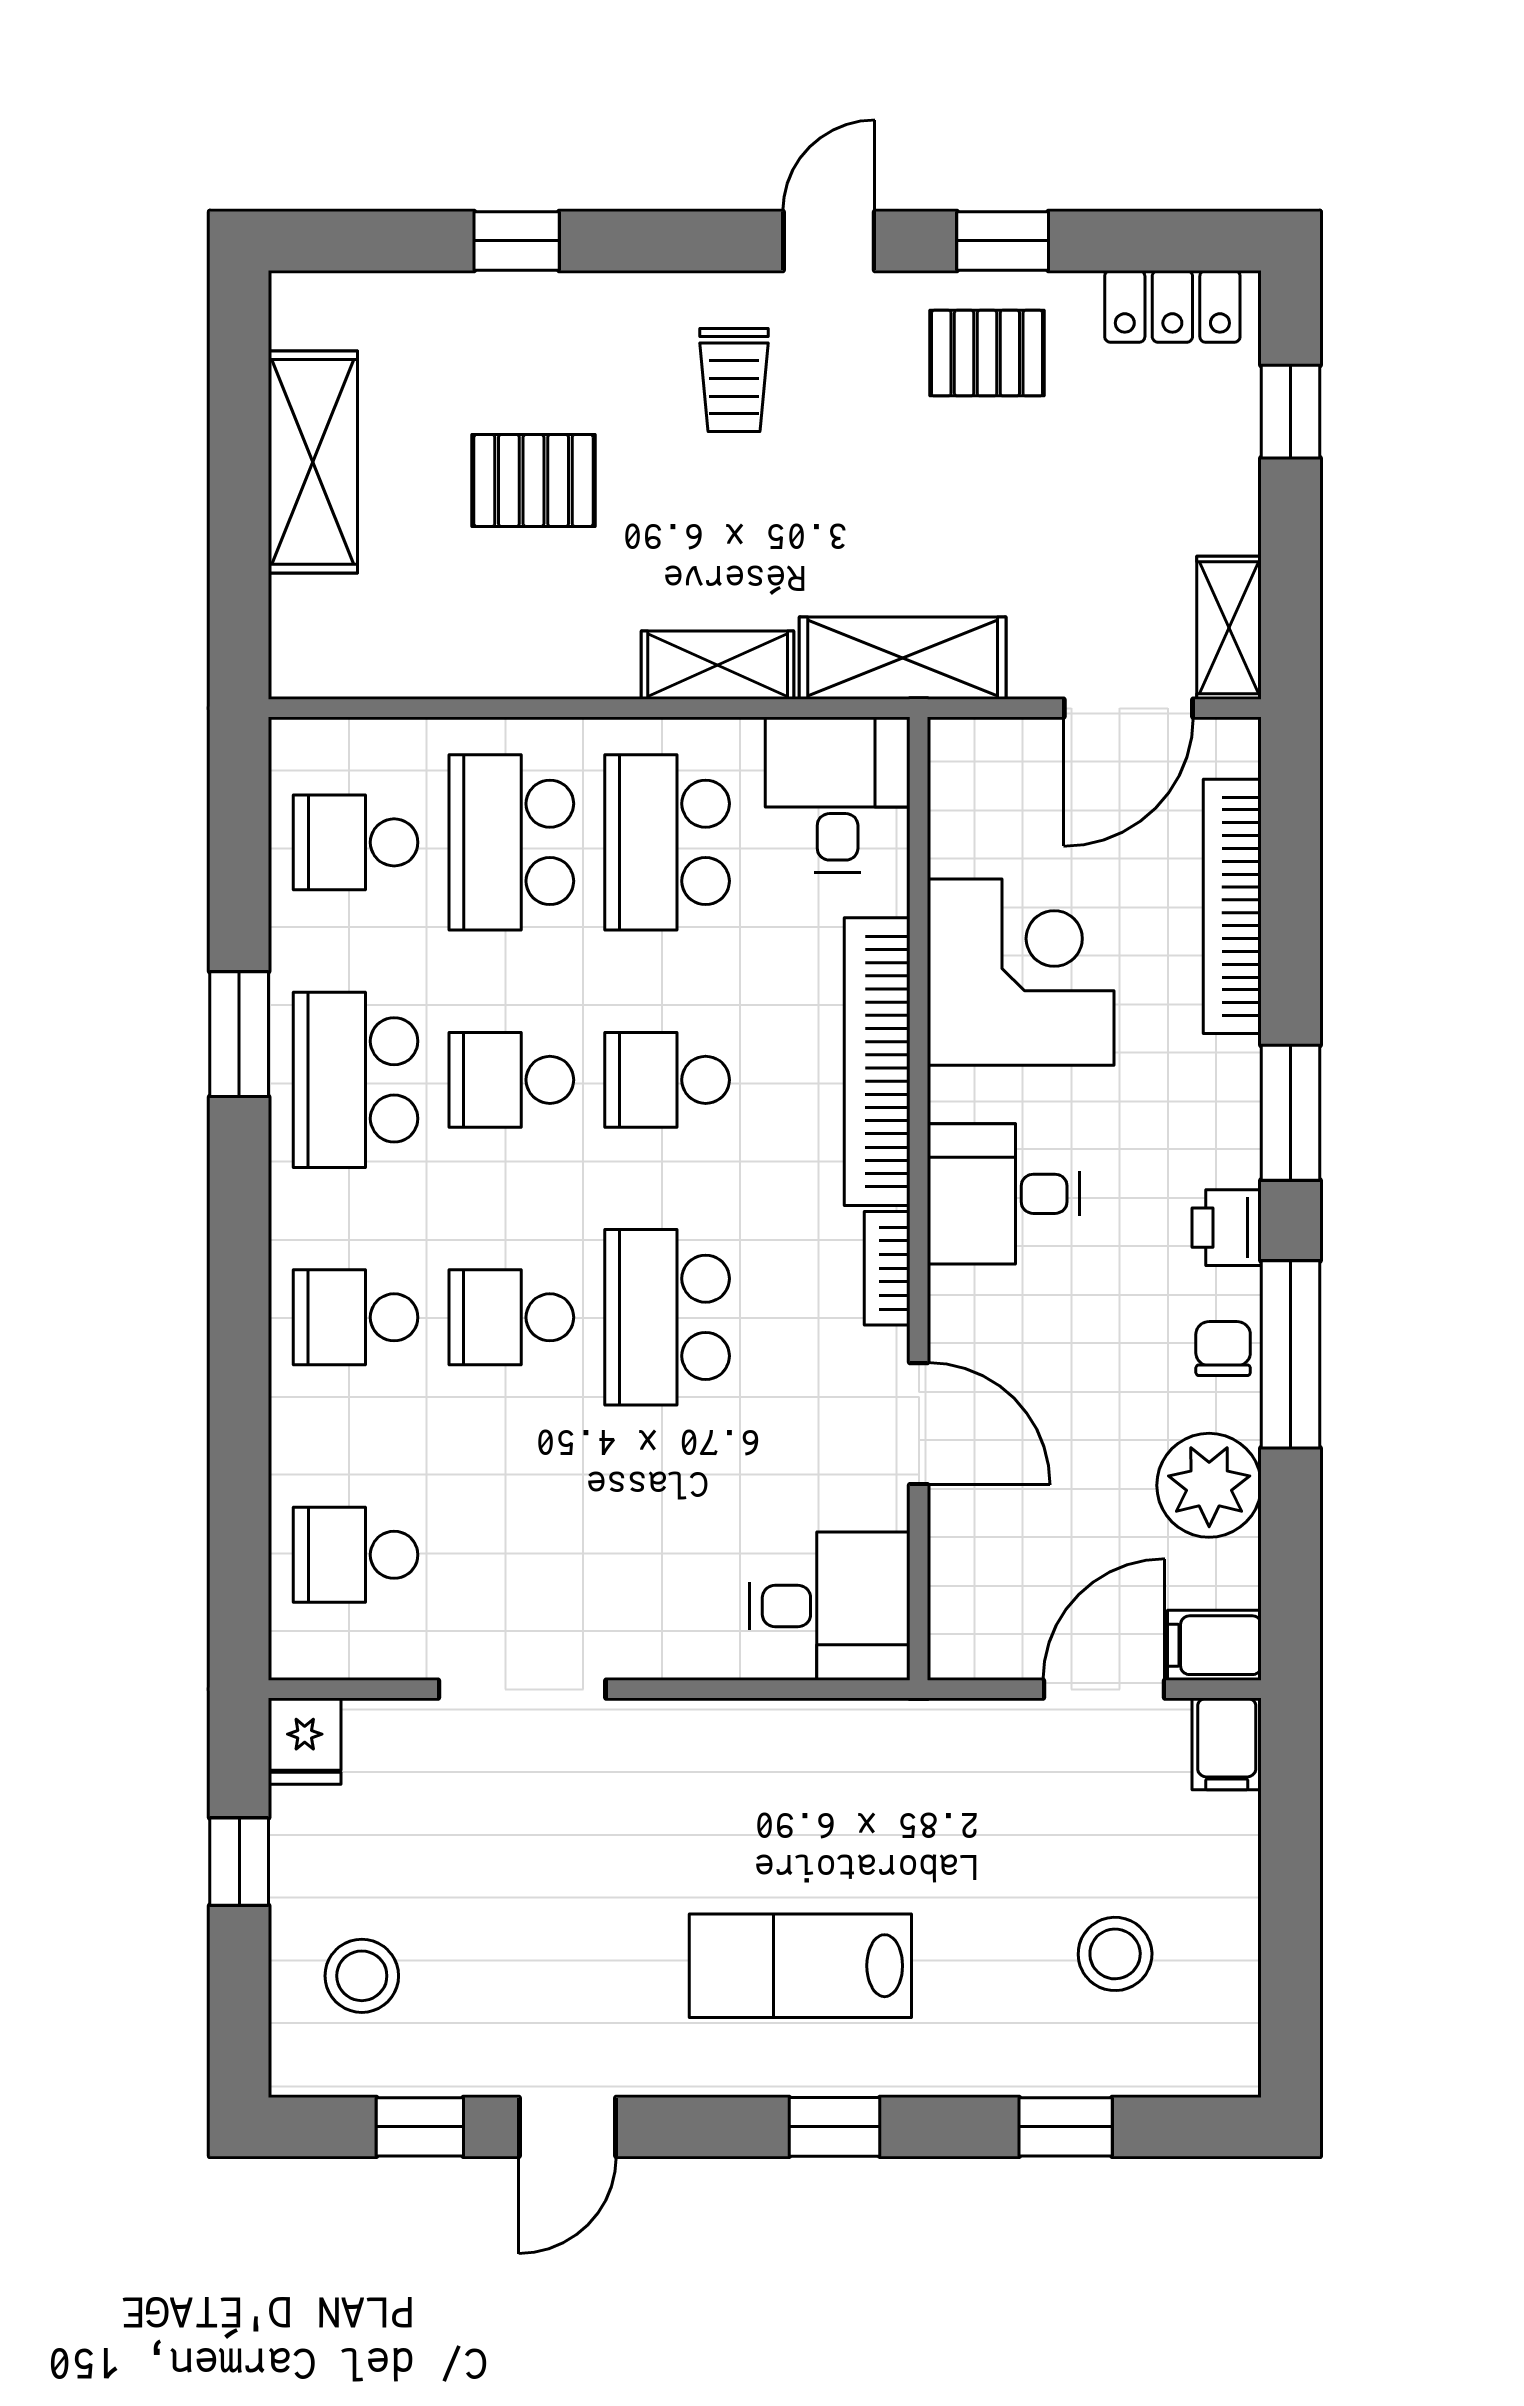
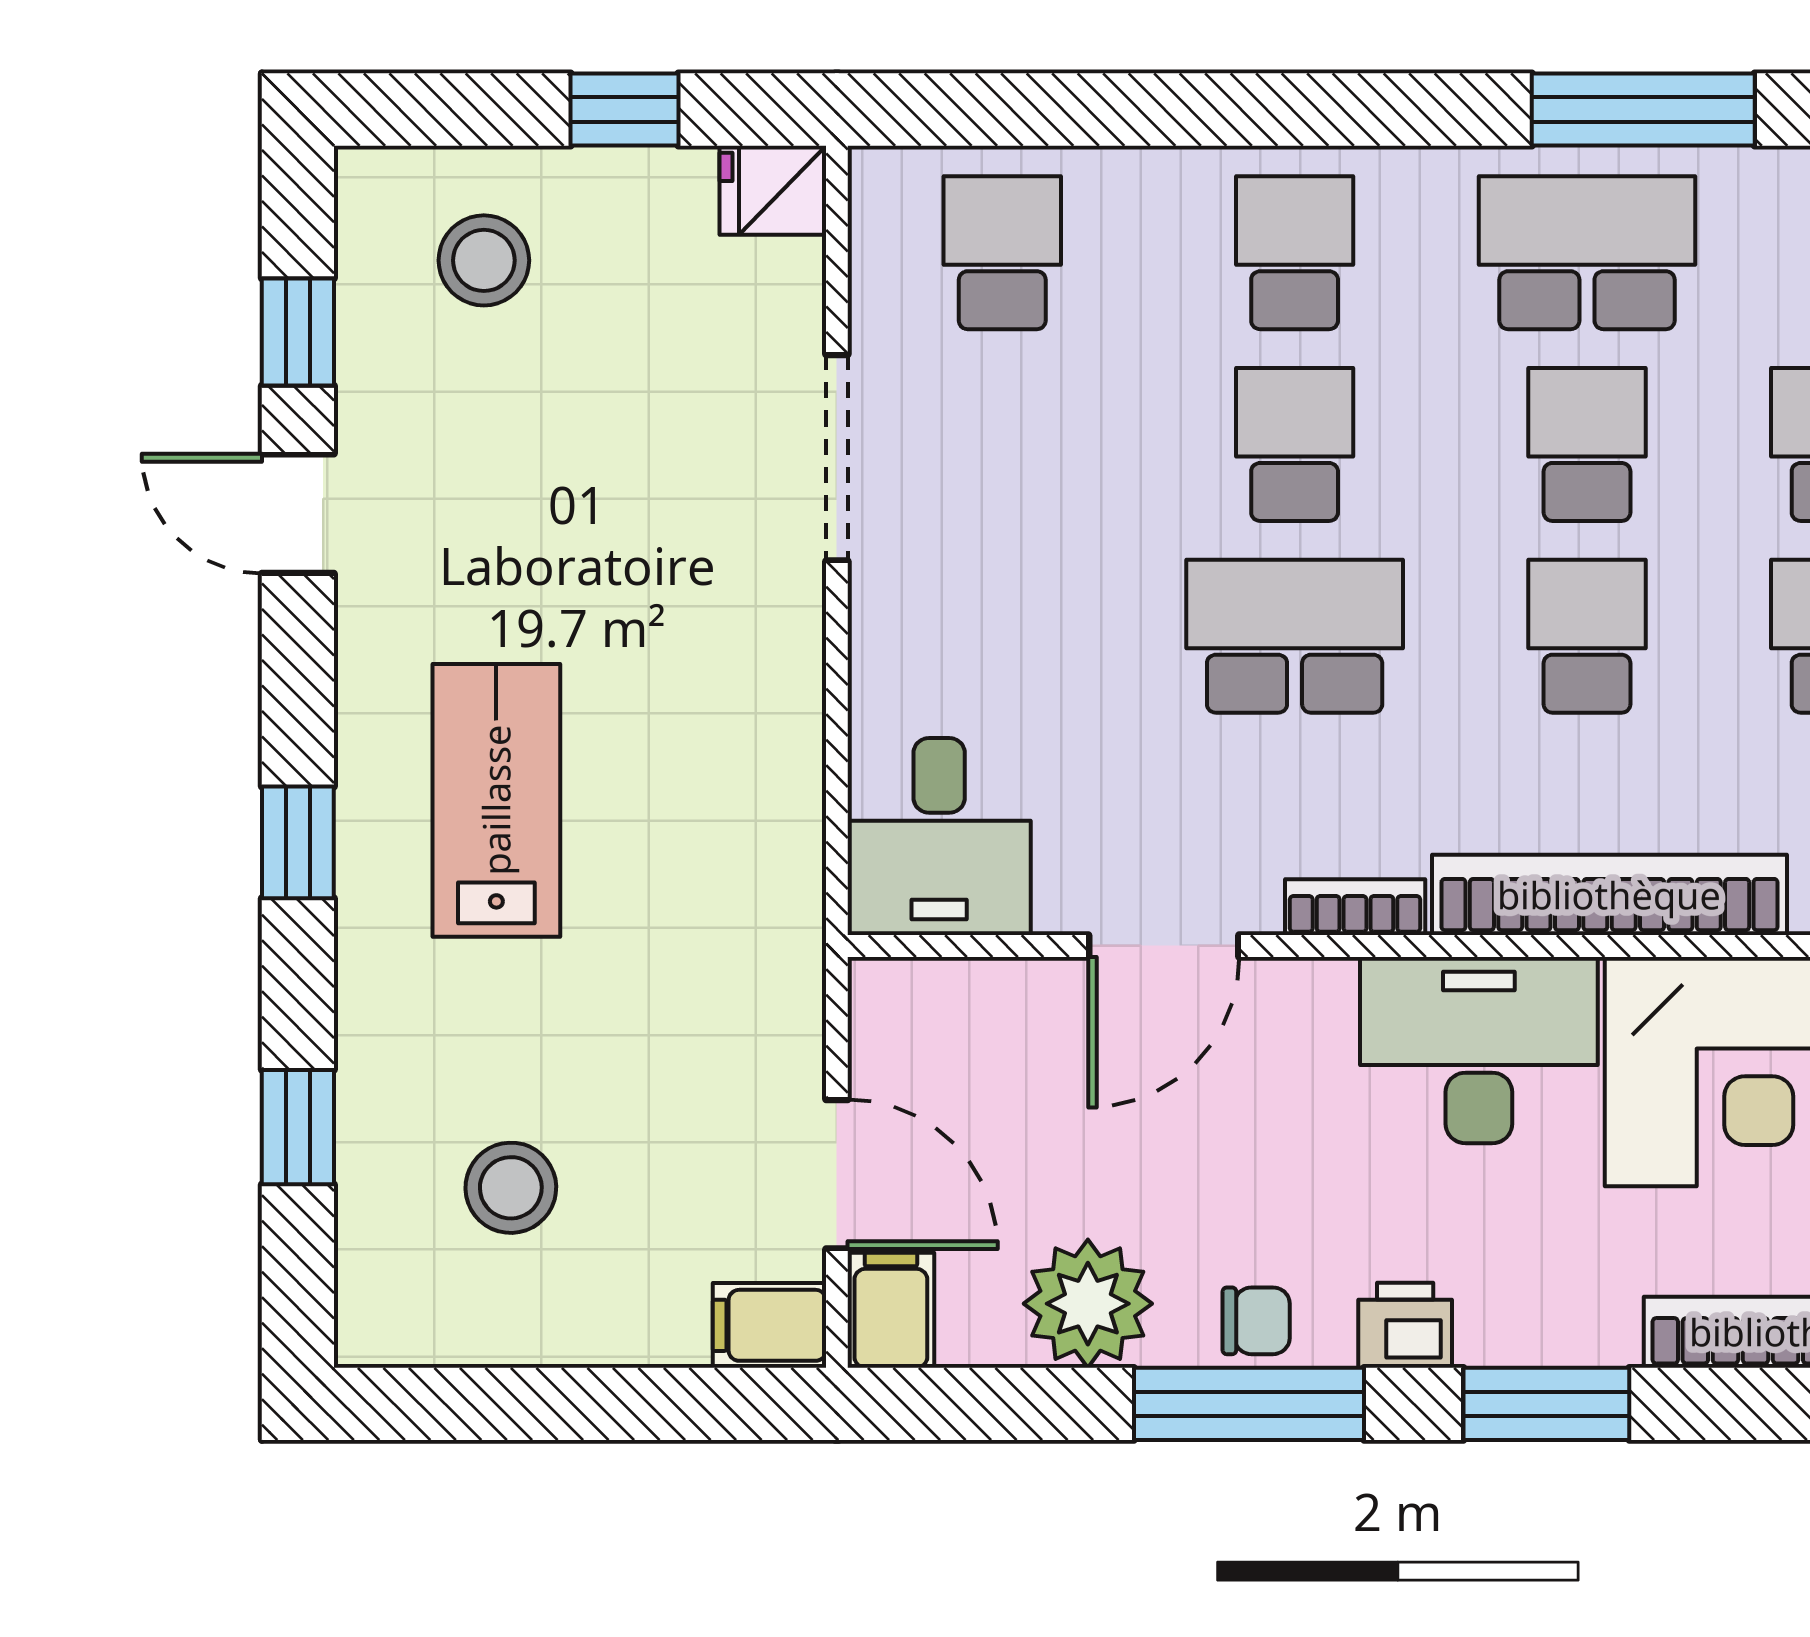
window: (239, 1034) -> (1643, 109), width x1.44
desk: (1003, 1194) -> (1479, 1050), width x1.37

